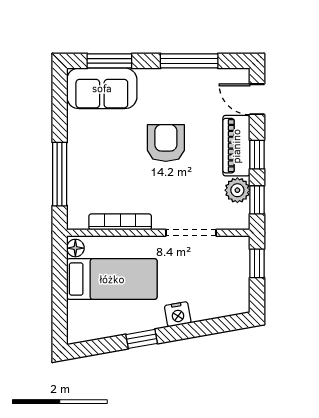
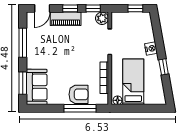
armchair: (166, 143) -> (79, 94), moved, turned 180
plant: (237, 190) -> (102, 18), moved
window: (257, 263) -> (135, 8), moved

